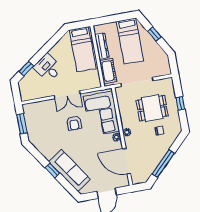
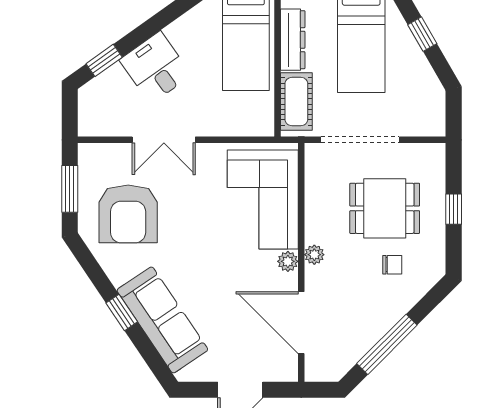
double door: (67, 95) -> (164, 140), moved
armchair: (74, 123) -> (128, 214), moved, width x1.88, depth x1.88

